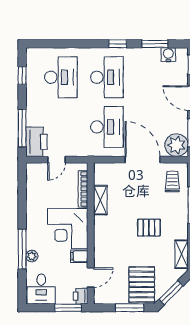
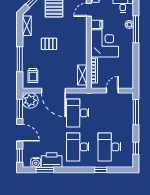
window: (118, 44) -> (101, 170), moved
printer: (36, 142) -> (52, 160), moved, turned 90
shelving: (100, 200) -> (82, 75), moved

